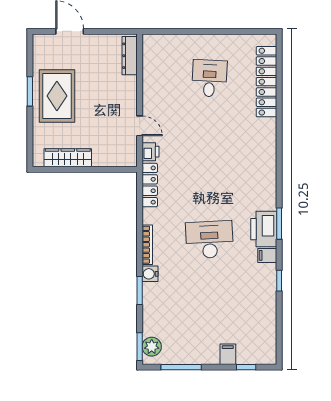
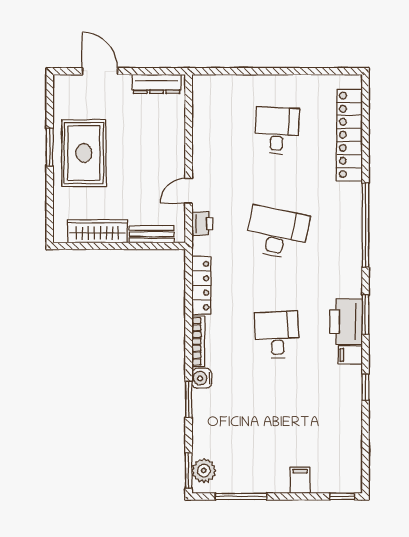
dresser: (130, 56) -> (156, 84), moved, turned -90
door: (140, 126) -> (189, 191), swing flipped
window: (279, 153) -> (365, 225), added
desk: (209, 159) -> (277, 233), added
bench: (110, 160) -> (152, 234), added
locker: (150, 185) -> (201, 286), moved
desk: (209, 240) -> (277, 335), width x0.73
window: (246, 367) -> (342, 496), moved

